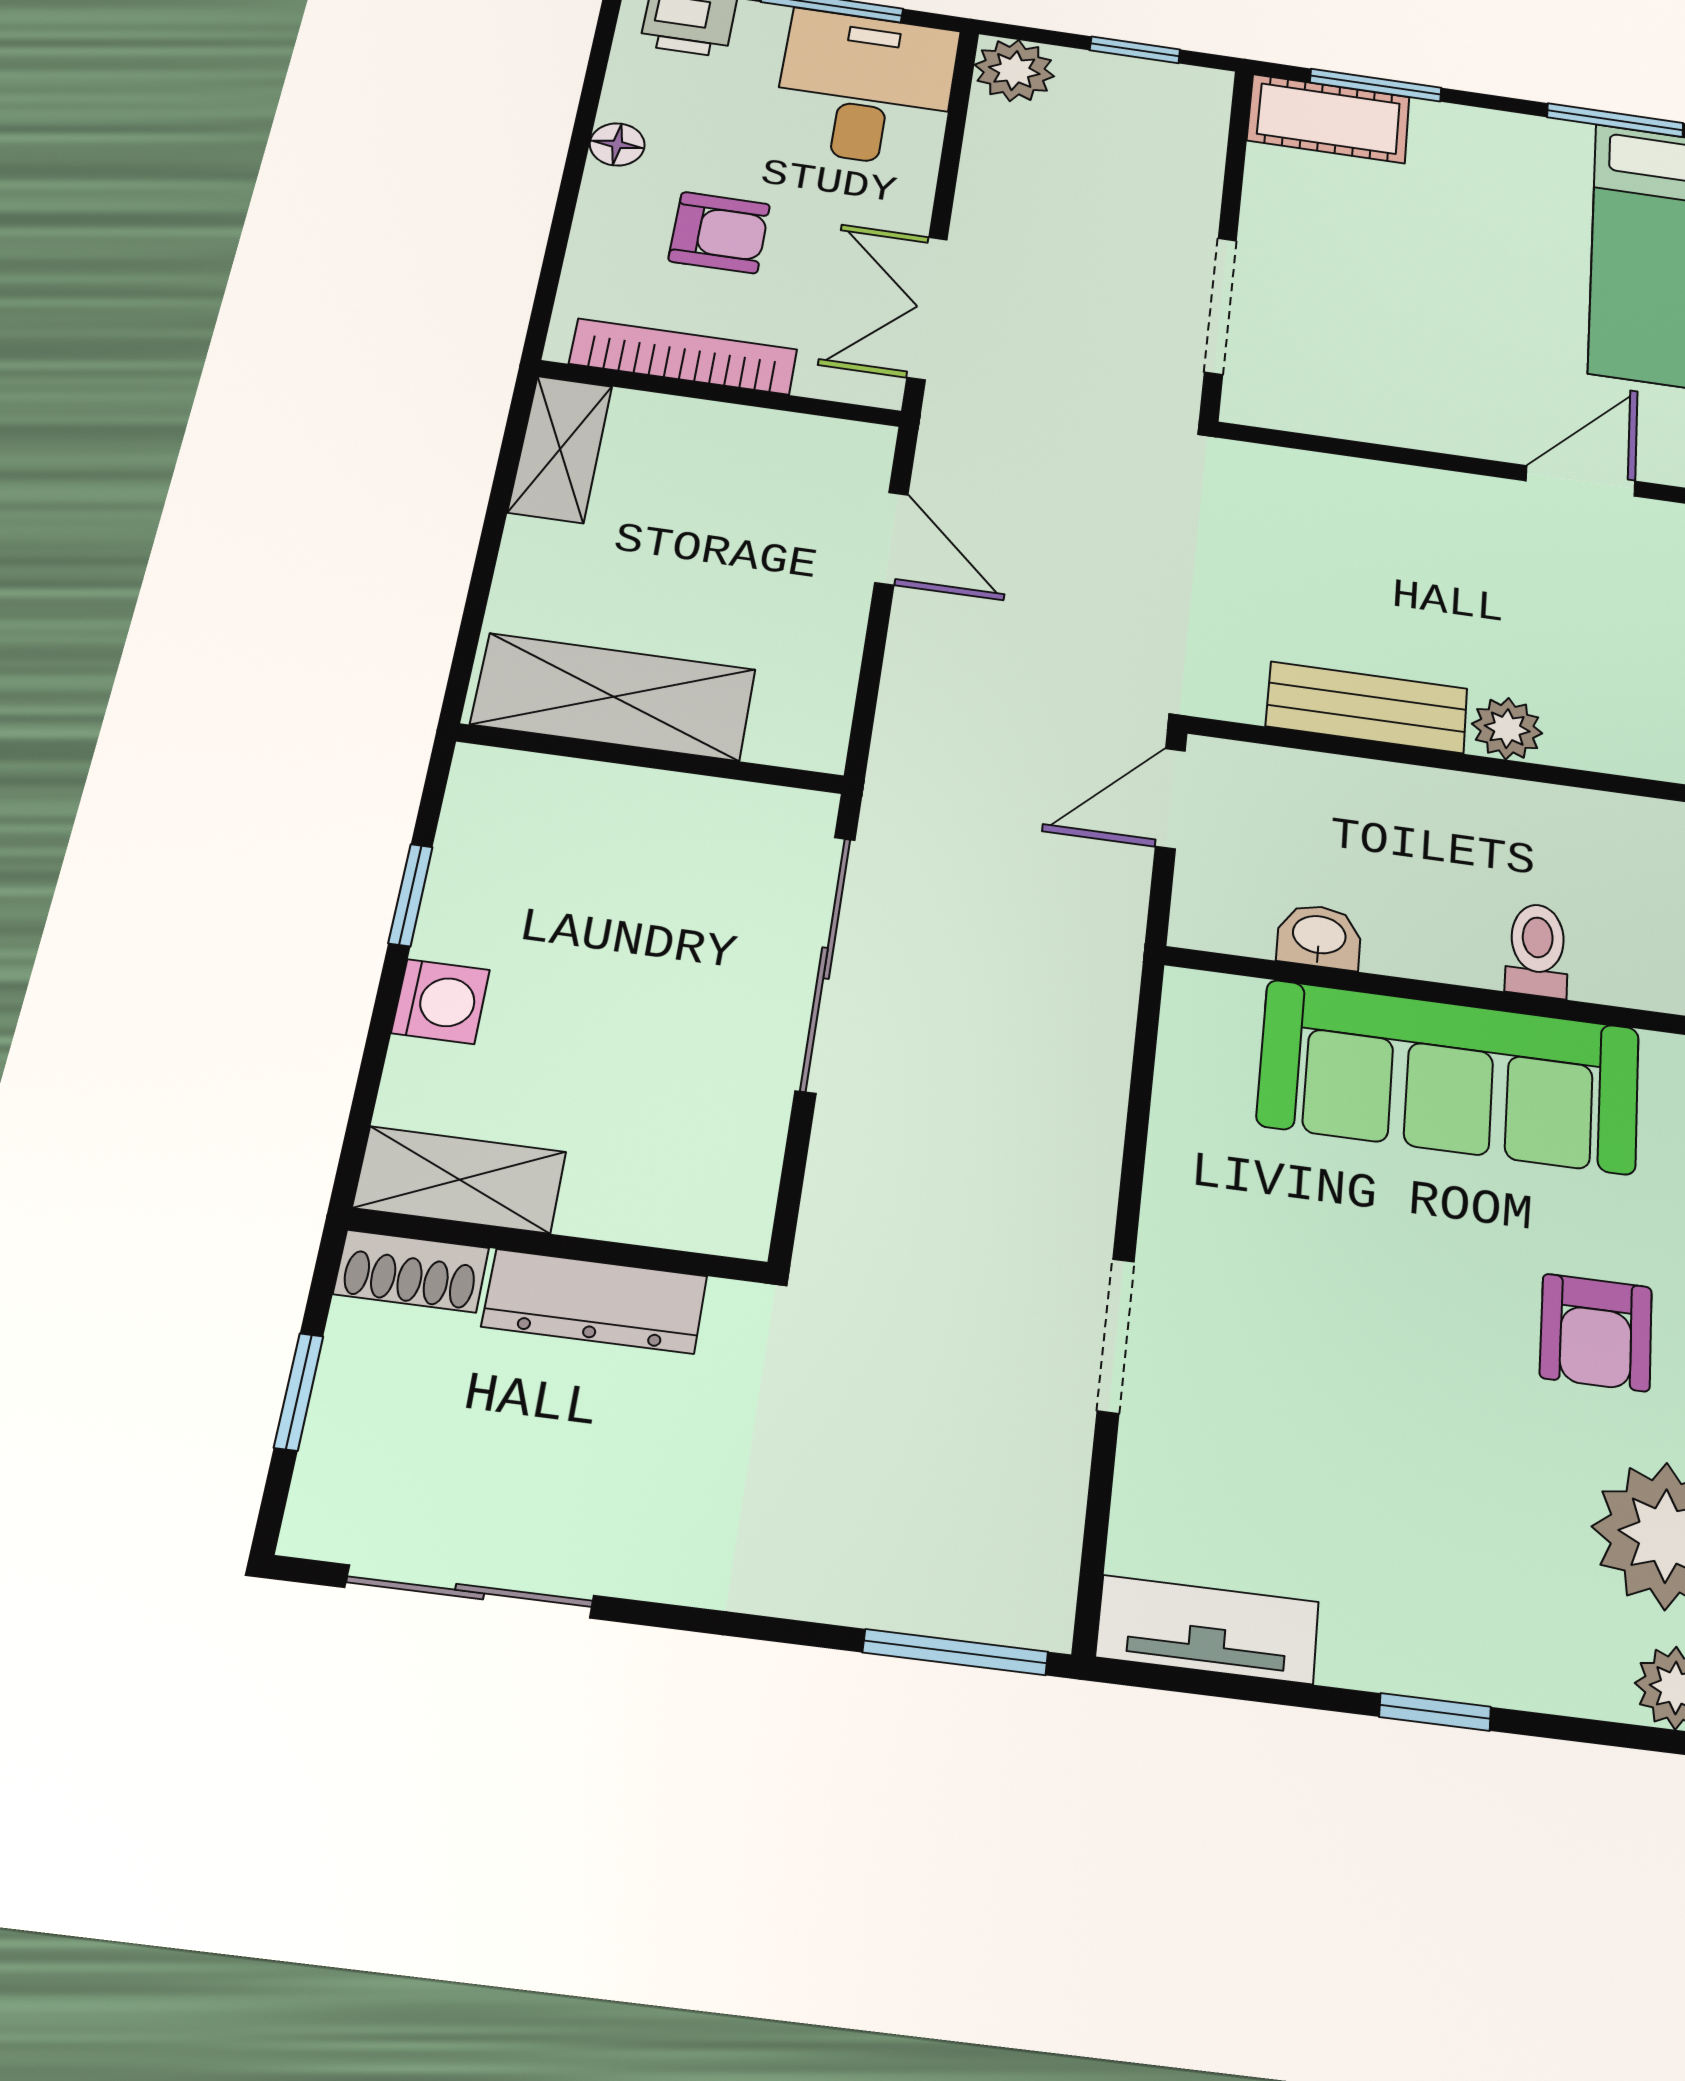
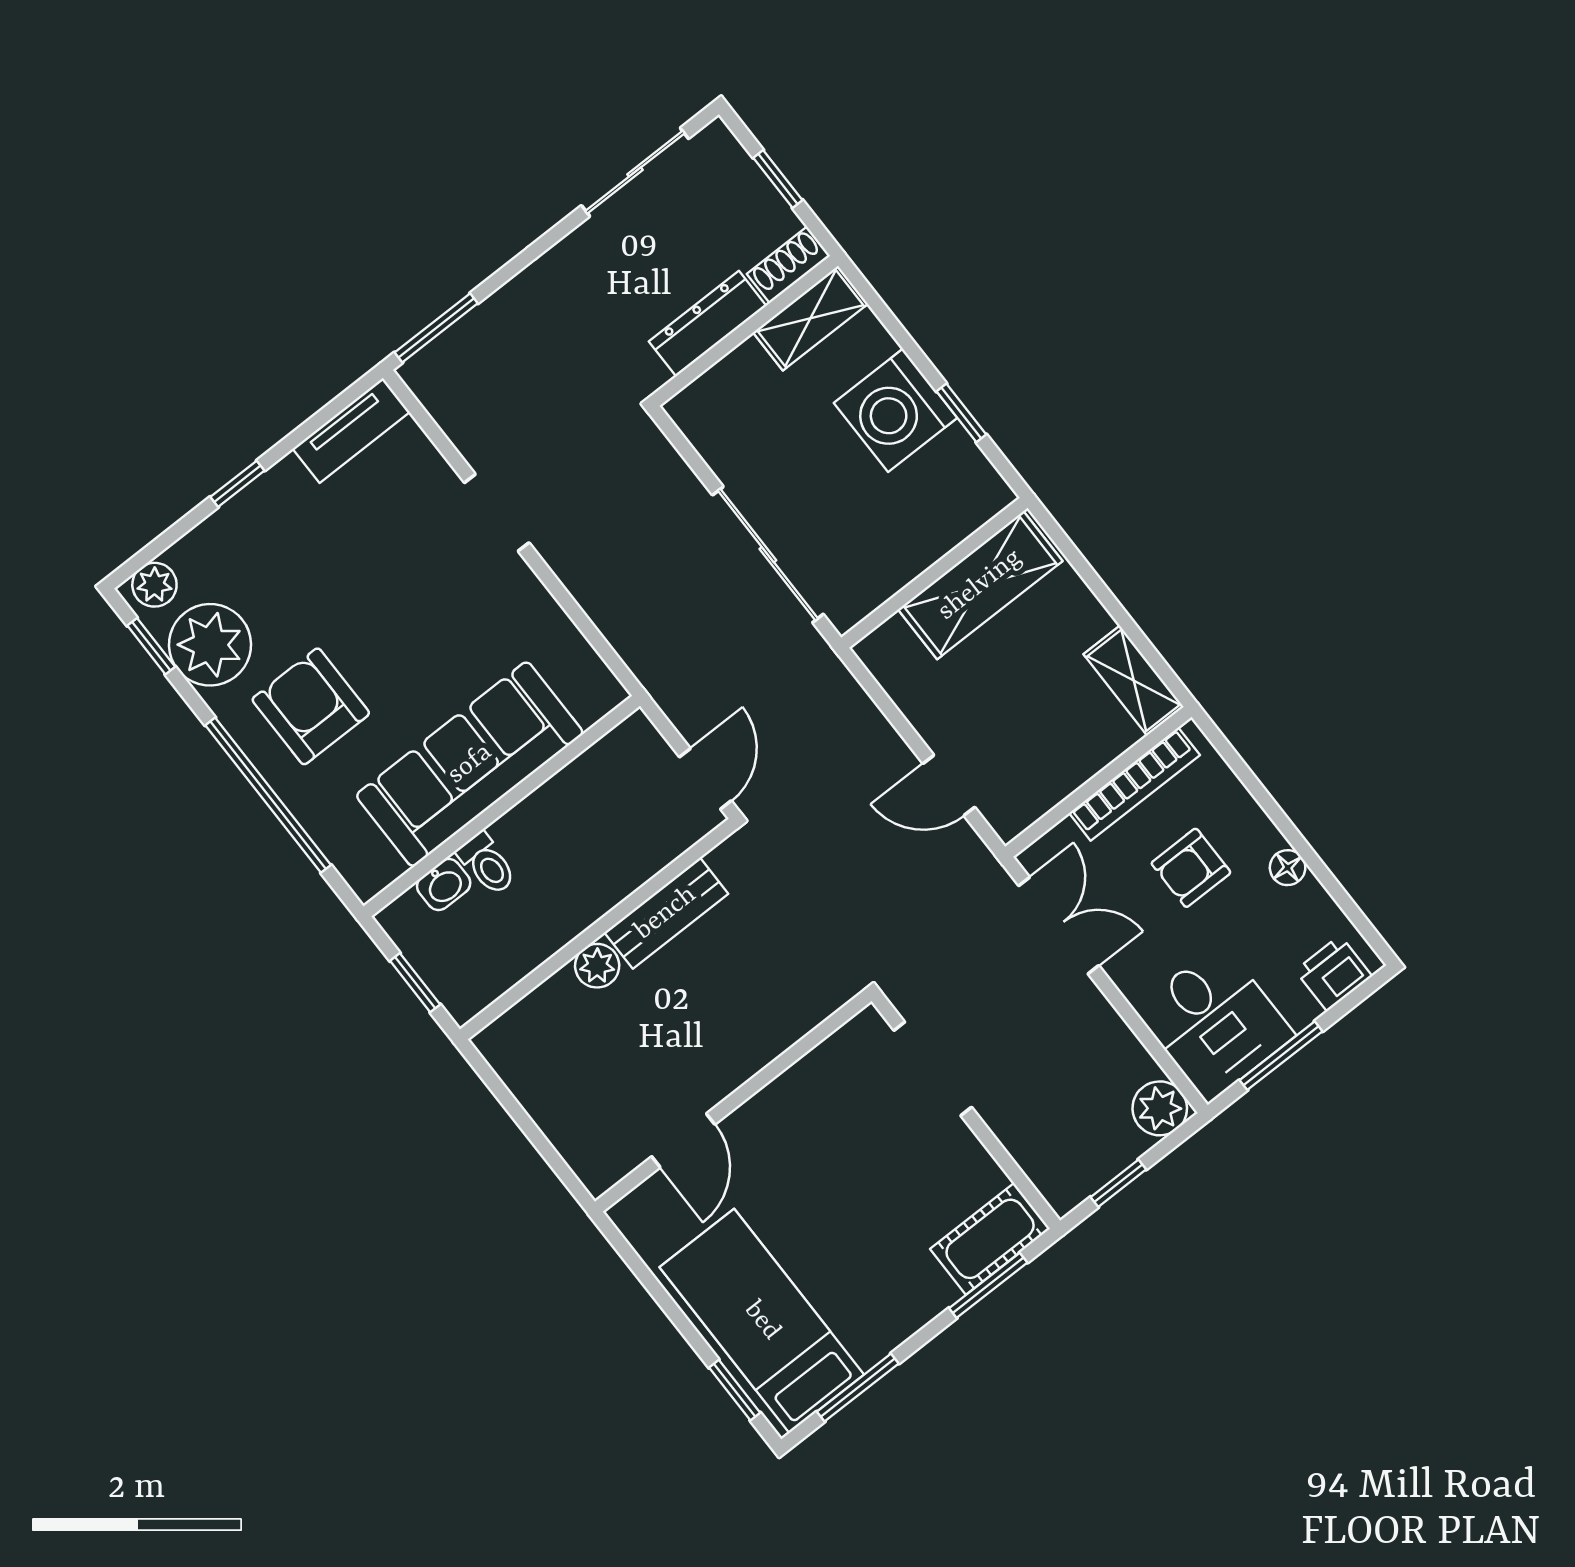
washbasin: (1319, 936) -> (444, 885), moved
washing machine: (441, 1001) -> (895, 410), width x1.89, depth x1.89
armchair: (1596, 1332) -> (311, 706), width x1.38, depth x1.38

